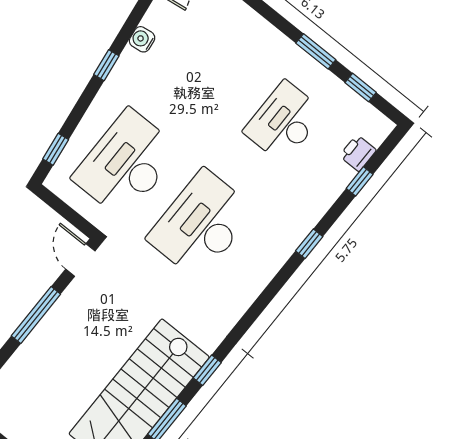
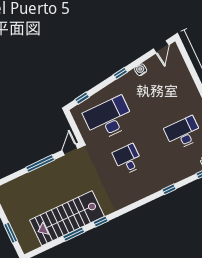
desk: (201, 224) -> (128, 159), width x0.53, depth x0.77

